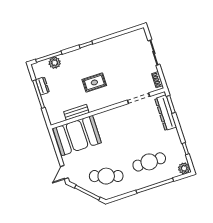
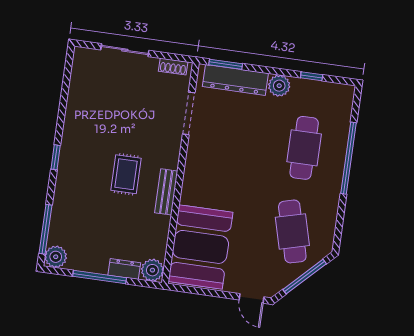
plant: (55, 63) -> (56, 257), moved
dresser: (42, 86) -> (124, 269), moved
bench: (76, 112) -> (166, 192), moved
plant: (54, 118) -> (152, 270), added
plant: (184, 168) -> (279, 86), moved
cafe table: (106, 176) -> (292, 231), turned -33

